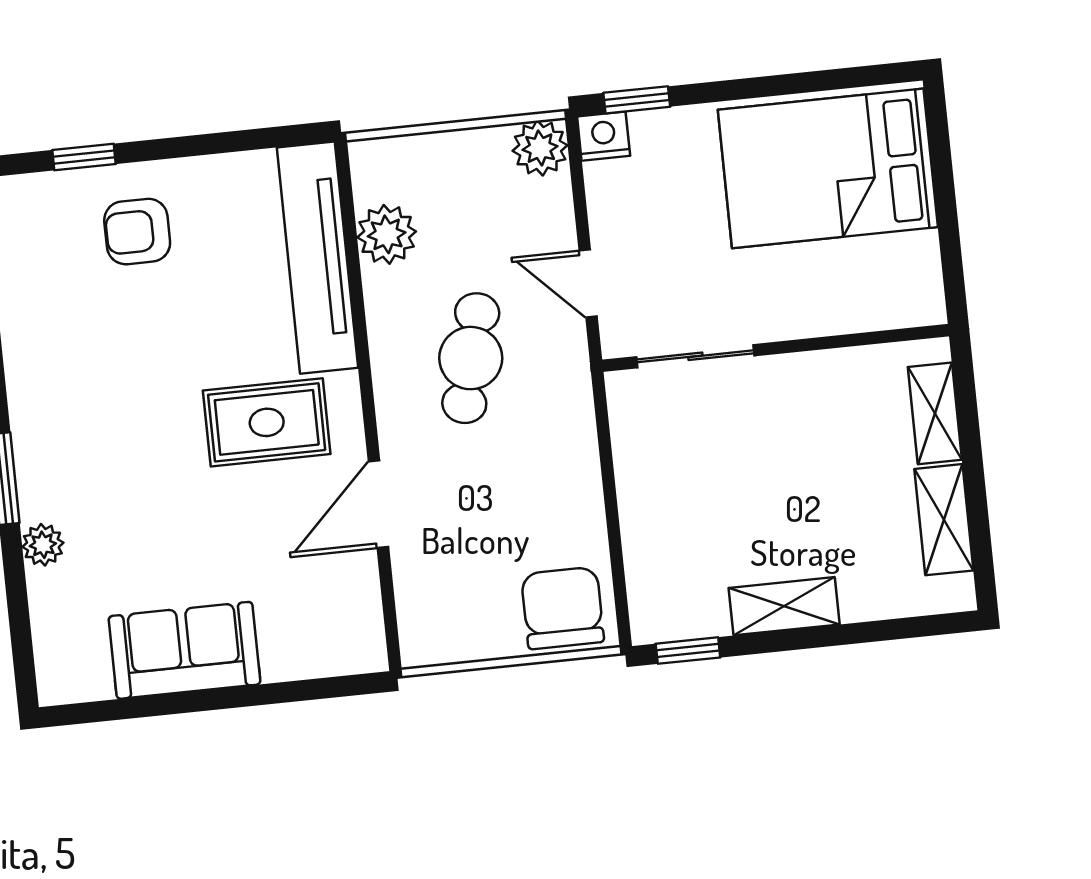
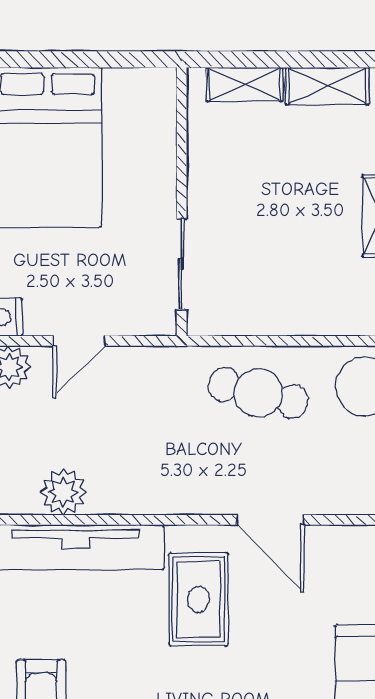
door: (588, 284) -> (79, 341), moved
cafe table: (471, 358) -> (258, 393), moved

